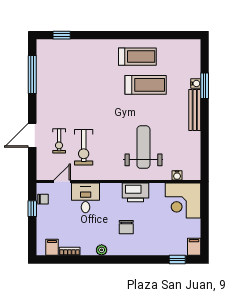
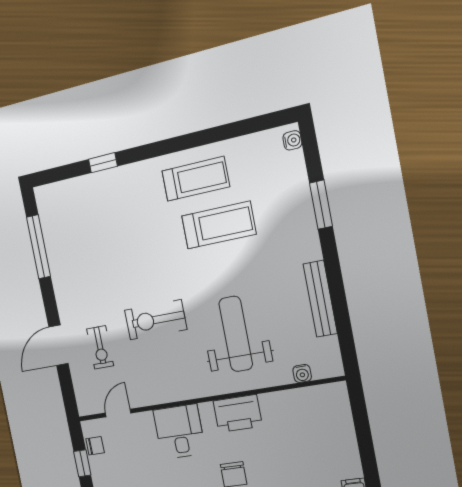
window: (62, 35) -> (103, 163), moved
water cooler: (196, 83) -> (292, 140), moved
bench: (195, 110) -> (320, 299), moved
exercise bike: (84, 147) -> (156, 320), moved, turned 90
desk: (86, 198) -> (179, 432), moved
corner desk: (183, 200) -> (321, 416), removed

